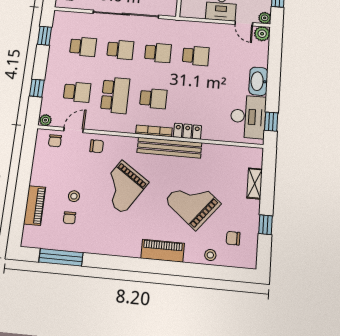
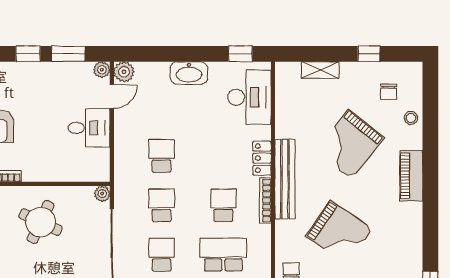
plant: (171, 11) -> (102, 194), added
desk: (248, 117) -> (250, 97), moved, turned 90

